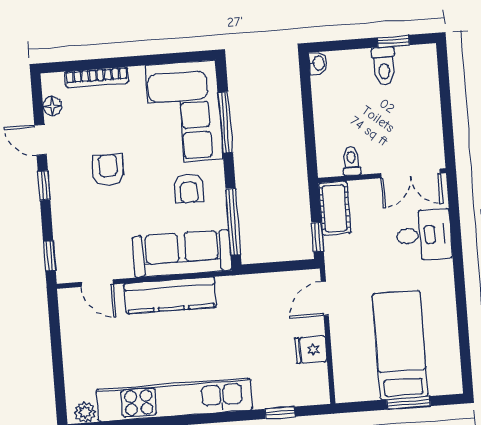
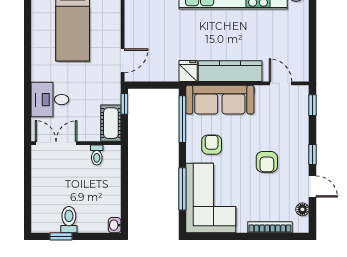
fridge: (311, 350) -> (188, 71), moved, turned -90

